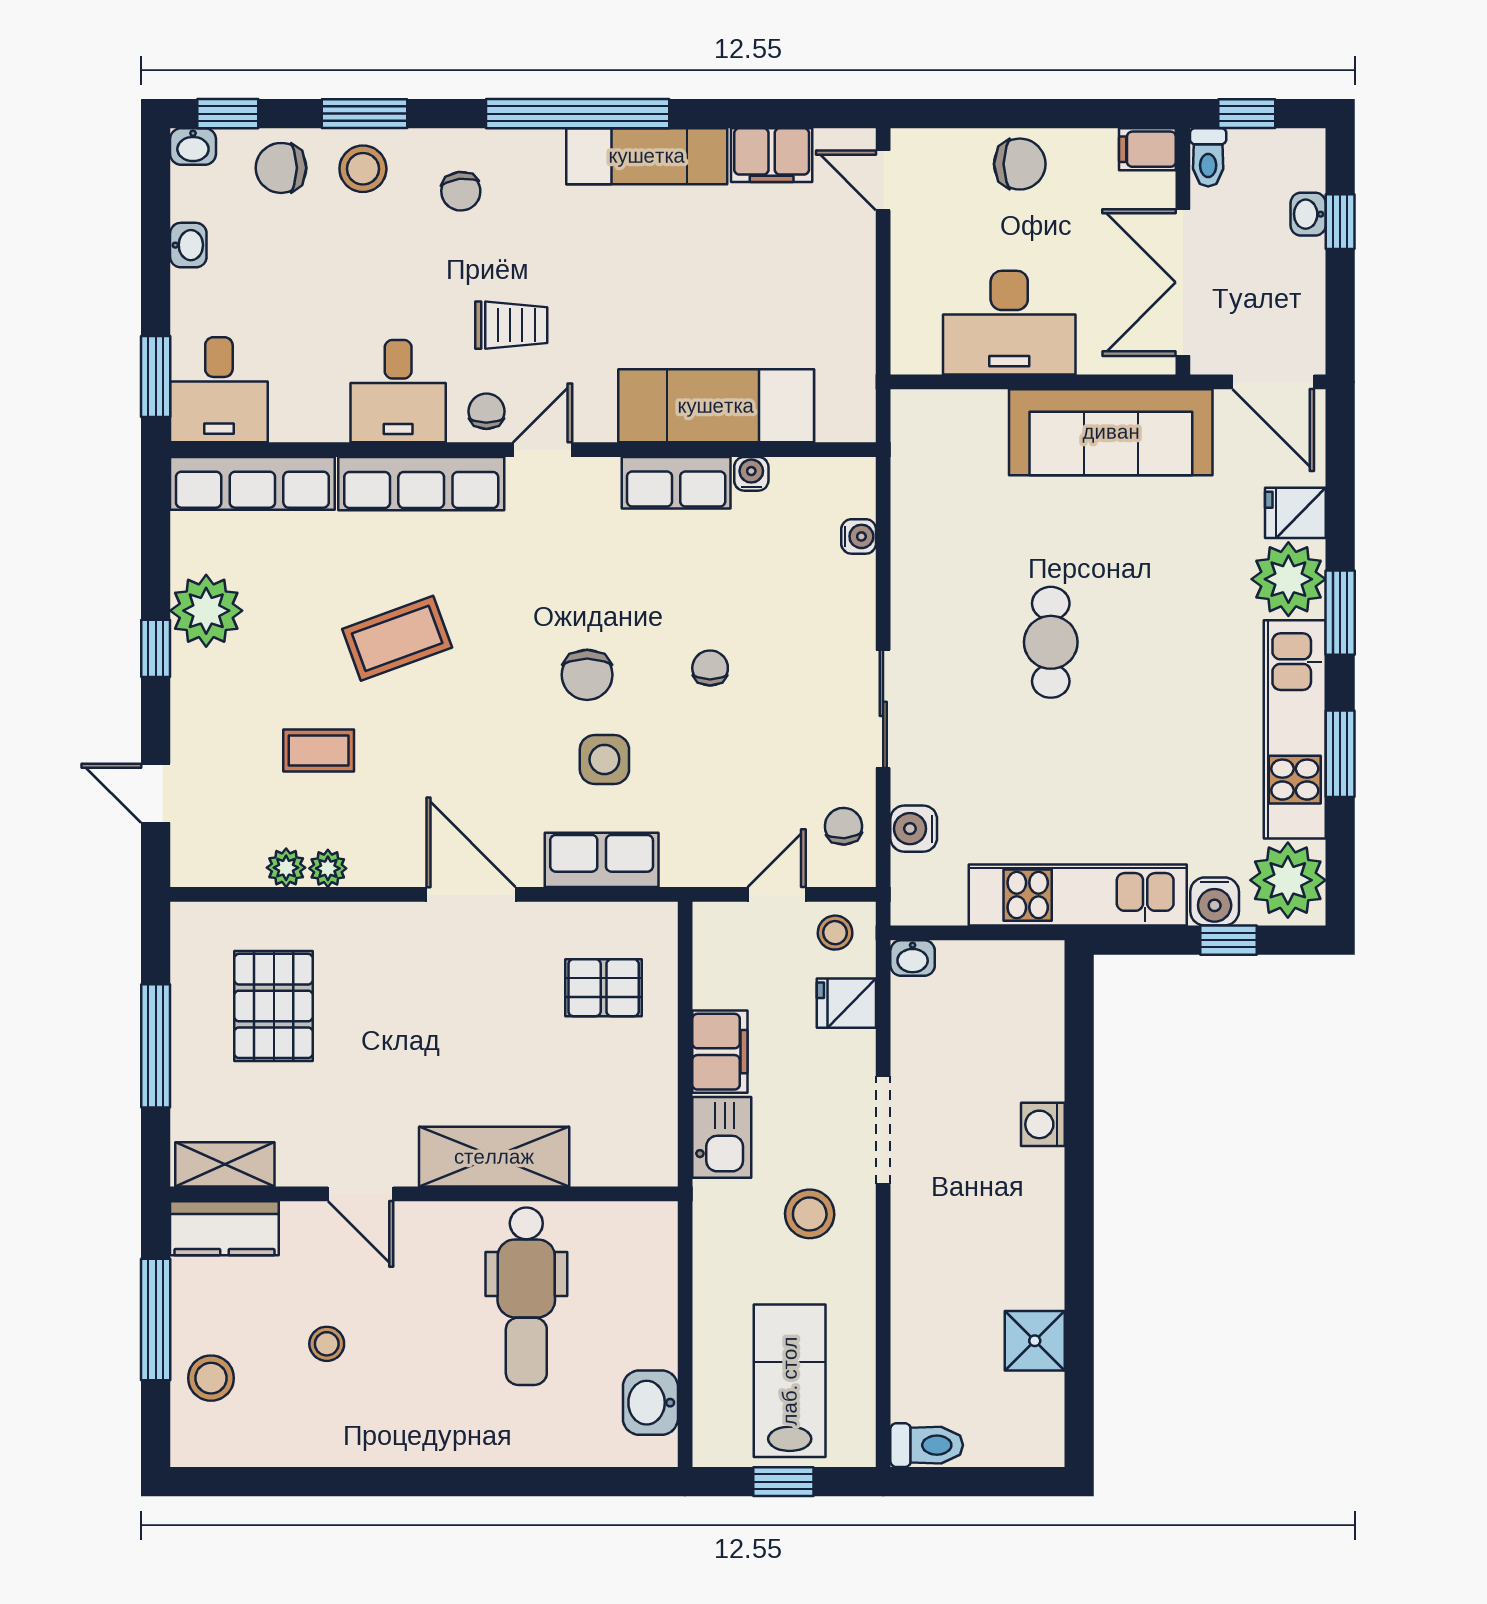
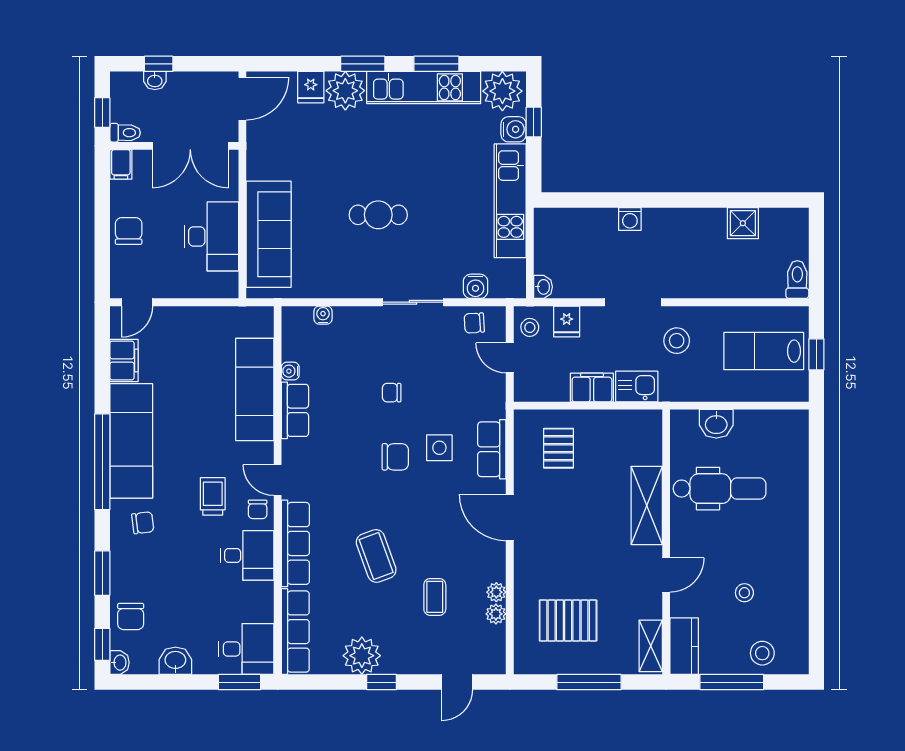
exam couch: (647, 156) -> (131, 441), width x1.36, depth x1.45
stool: (363, 169) -> (131, 574), removed
washbasin: (188, 245) -> (175, 661), width x1.38, depth x1.45
chair: (486, 411) -> (258, 509), turned -90
sofa: (1111, 432) -> (269, 234), moved
door: (471, 894) -> (510, 517), hinge flipped
washbasin: (650, 1403) -> (716, 424), moved

